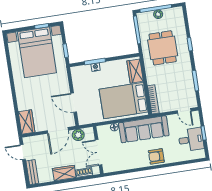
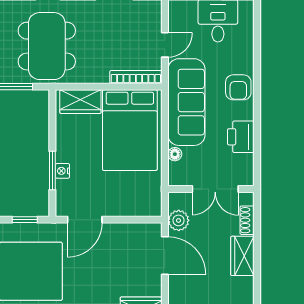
dining table: (163, 48) -> (47, 46), width x1.38
door: (74, 103) -> (85, 220), moved
door: (184, 111) -> (165, 45), moved
printer: (129, 162) -> (241, 137), added

